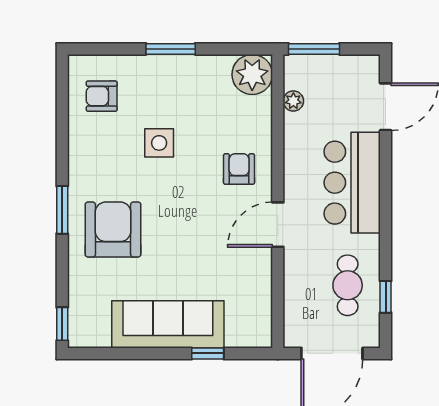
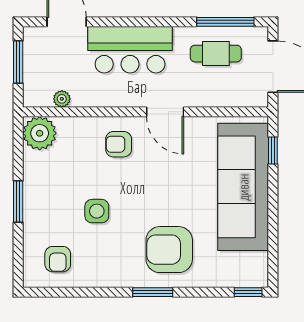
window: (314, 49) -> (18, 62), moved
window: (386, 297) -> (225, 22), width x2.17
sofa: (168, 324) -> (243, 187), width x1.36, depth x1.27
window: (208, 353) -> (273, 151), moved

